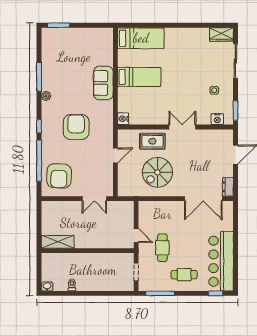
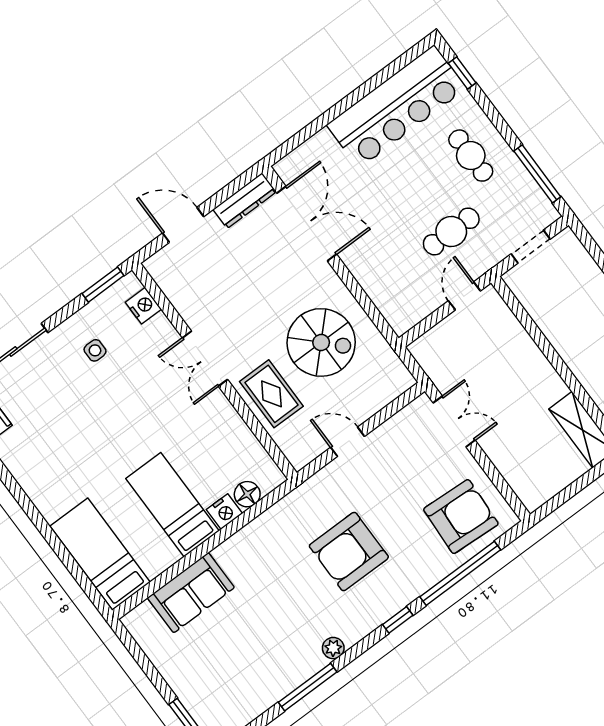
sofa: (103, 83) -> (191, 593), moved
floor lamp: (123, 106) -> (247, 494), added
nightstand: (123, 119) -> (224, 512), moved
dresser: (228, 187) -> (245, 201), width x1.44

